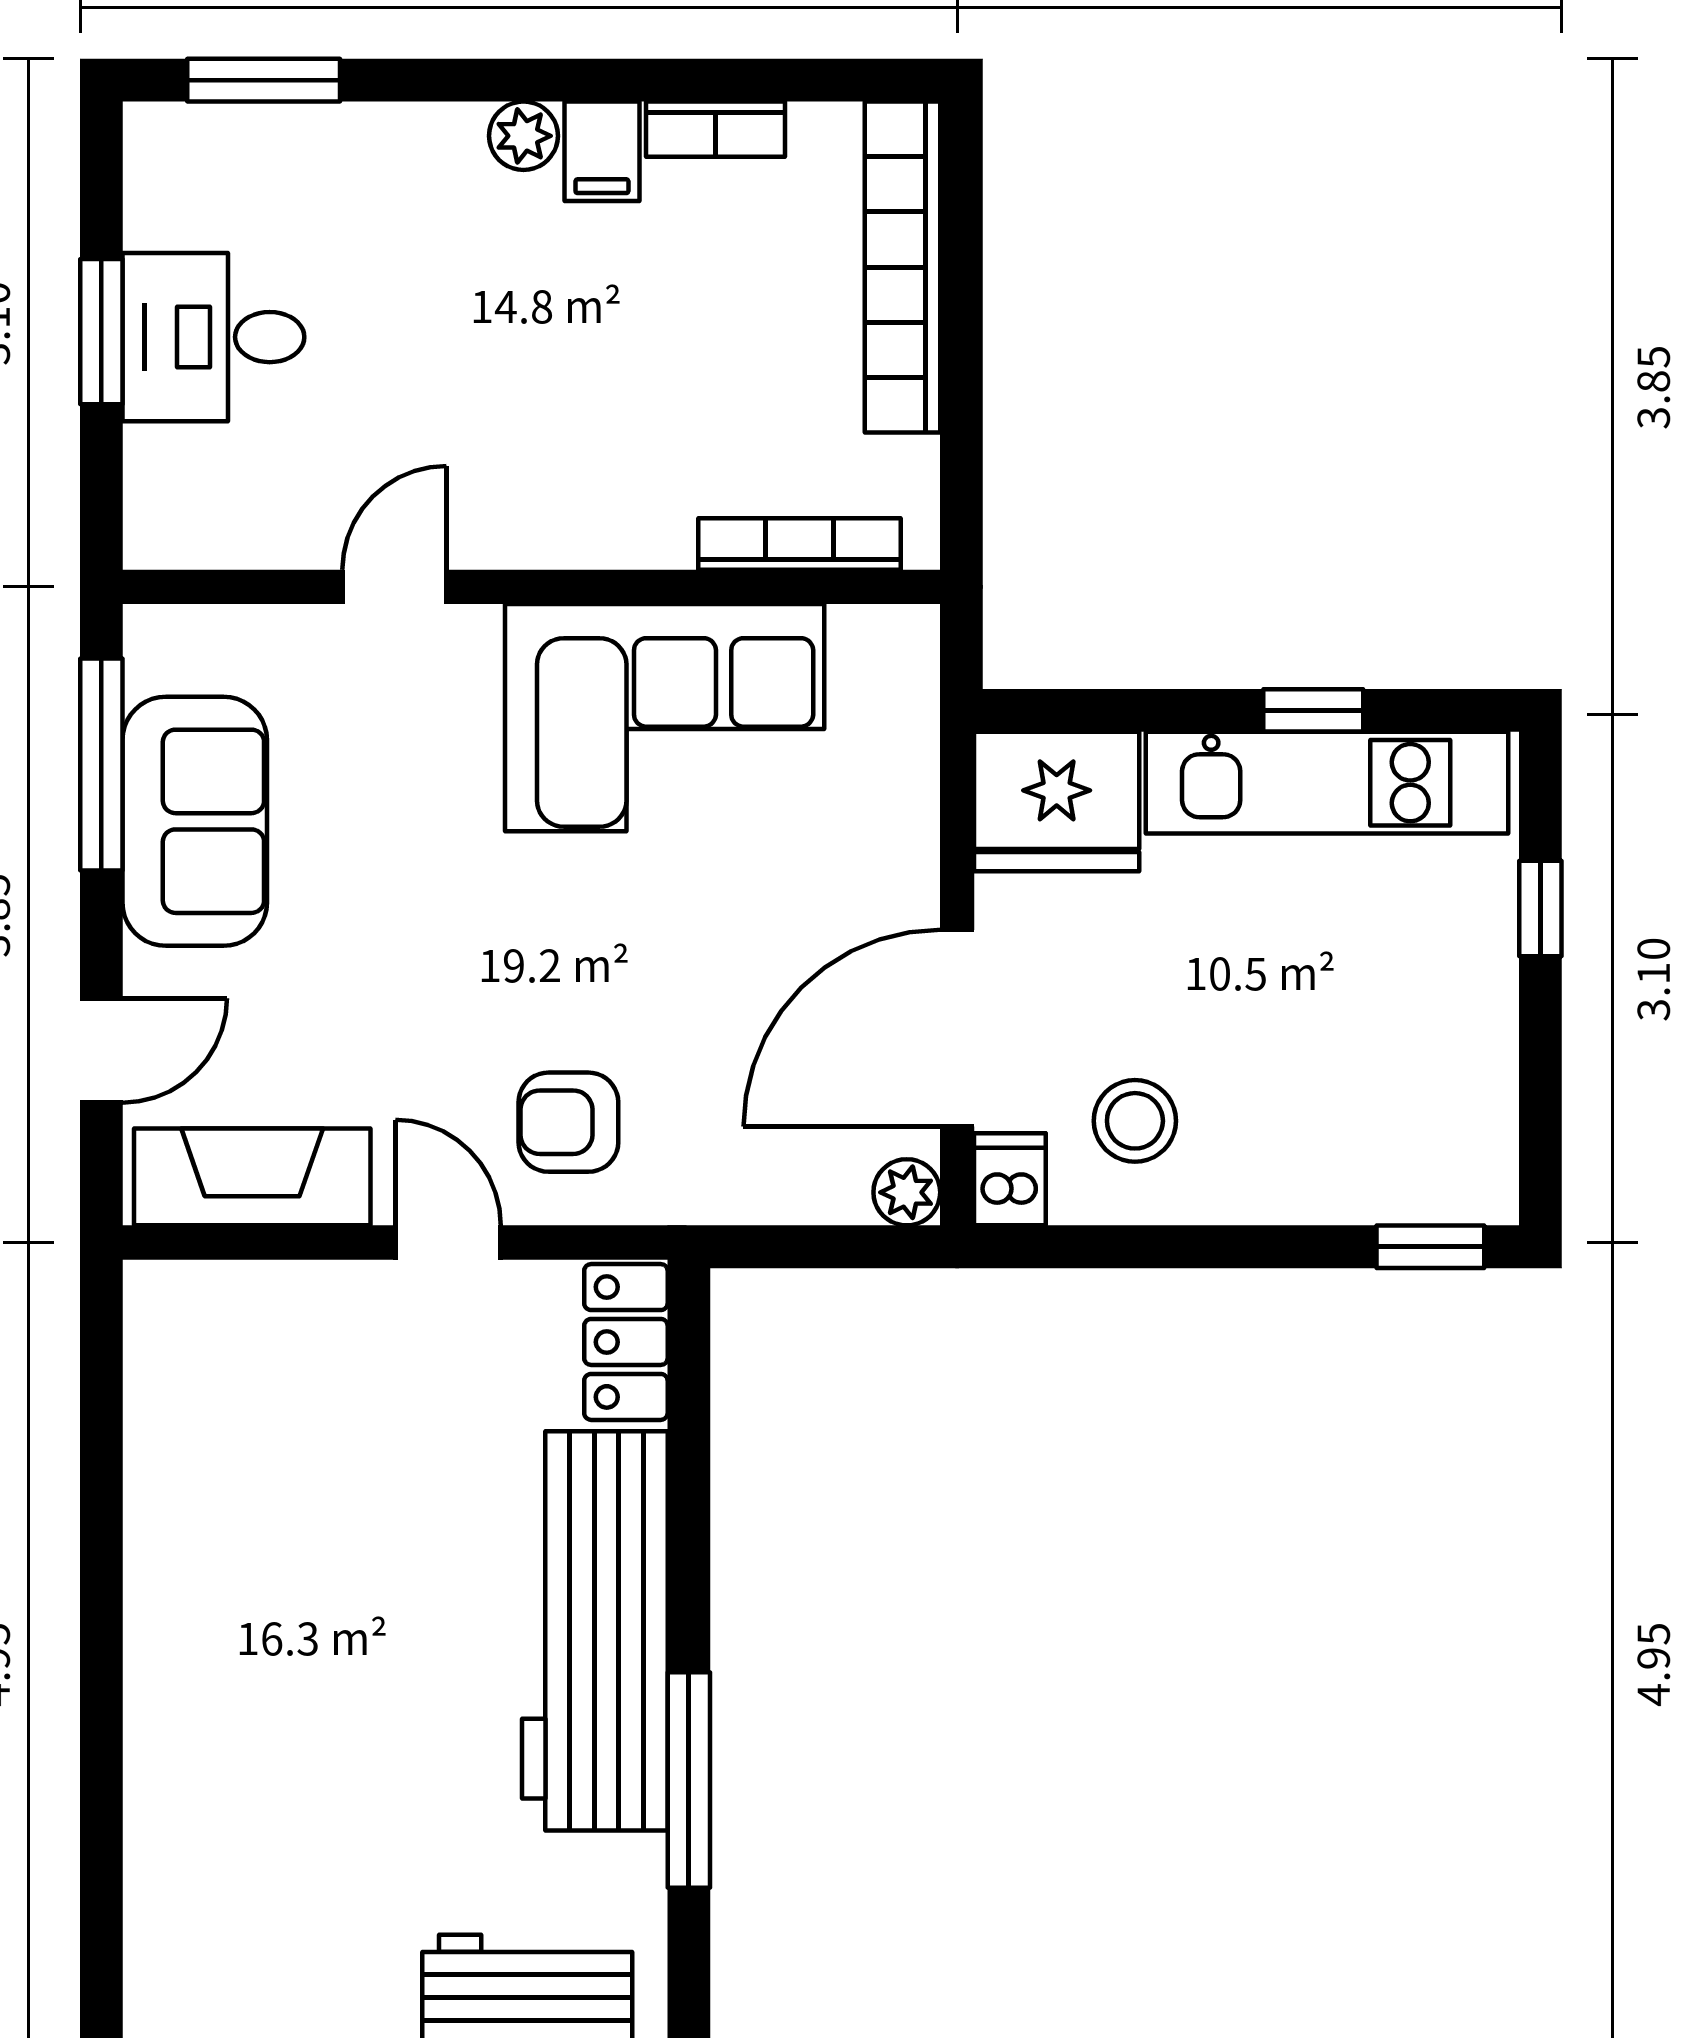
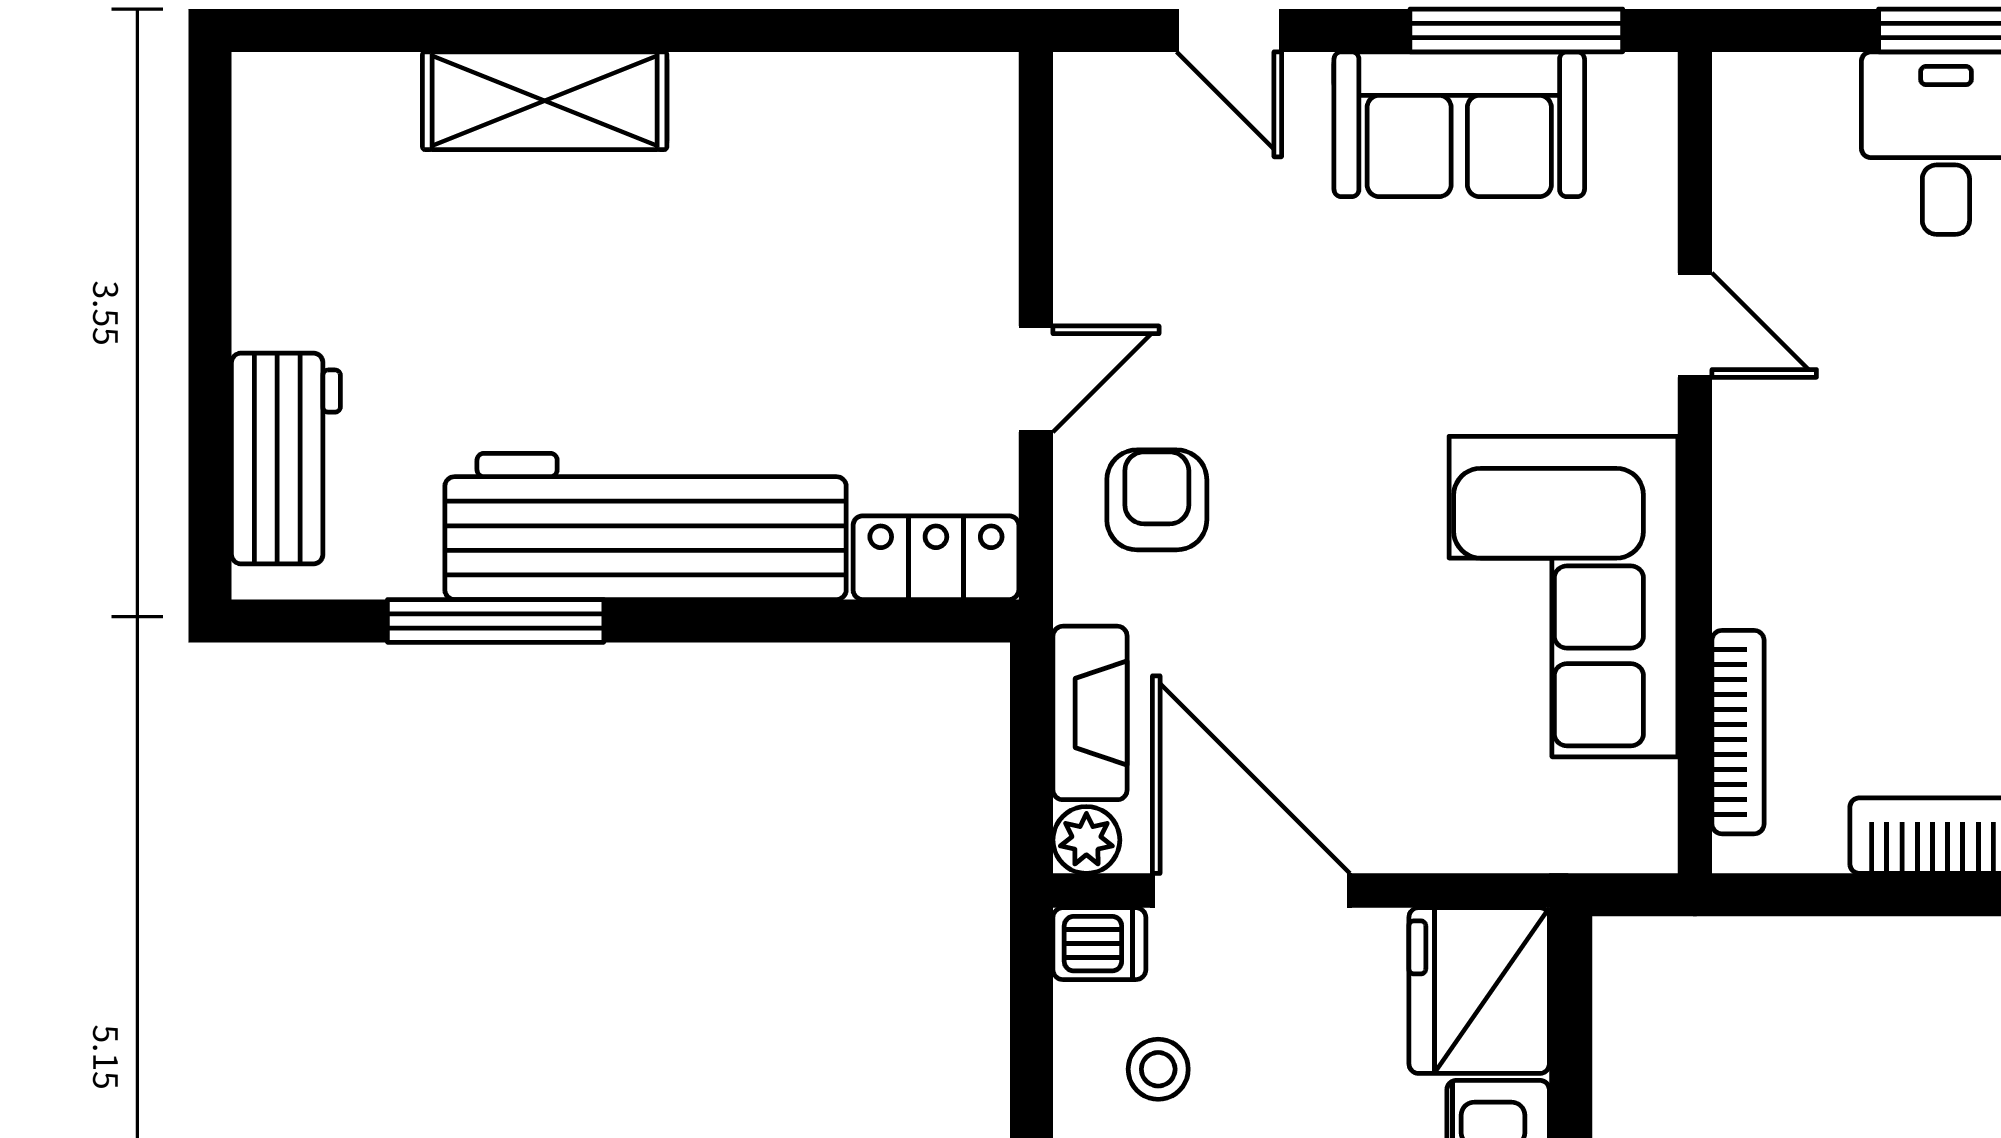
stool: (1135, 1121) -> (1158, 1069), width x0.73, depth x0.73
fireplace: (252, 1177) -> (1090, 713), moved, width x0.73, depth x0.76
shelving: (171, 1731) -> (545, 101), added

